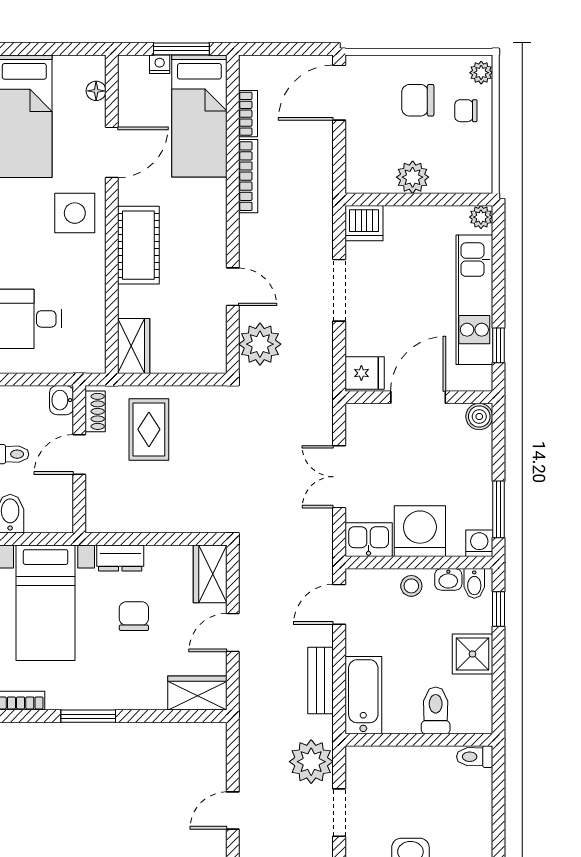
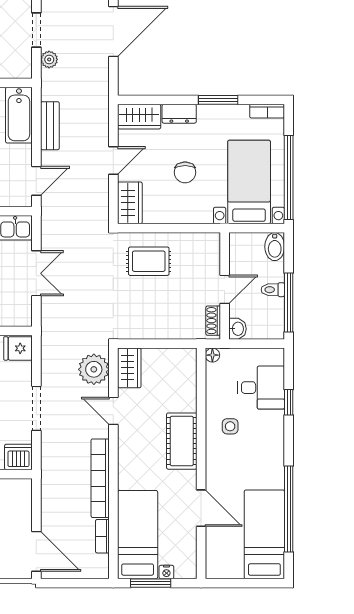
floor lamp: (96, 91) -> (212, 355), moved
door: (339, 93) -> (36, 551), hinge flipped
door: (112, 152) -> (201, 508), swing flipped
bookcase: (248, 176) -> (100, 478), width x1.48, depth x1.31
side table: (75, 213) -> (230, 426), moved, width x0.54, depth x0.54
wardrobe: (134, 346) -> (129, 368), moved, turned 180
rug: (149, 429) -> (149, 261), moved, turned 90
dresser: (120, 558) -> (179, 114), moved, turned 180
plant: (311, 762) -> (49, 59), width x0.53, depth x0.53
door: (233, 810) -> (113, 32), width x1.88

